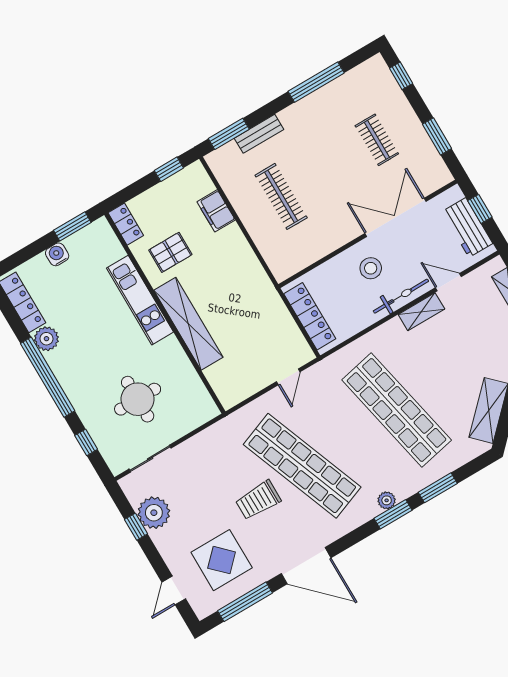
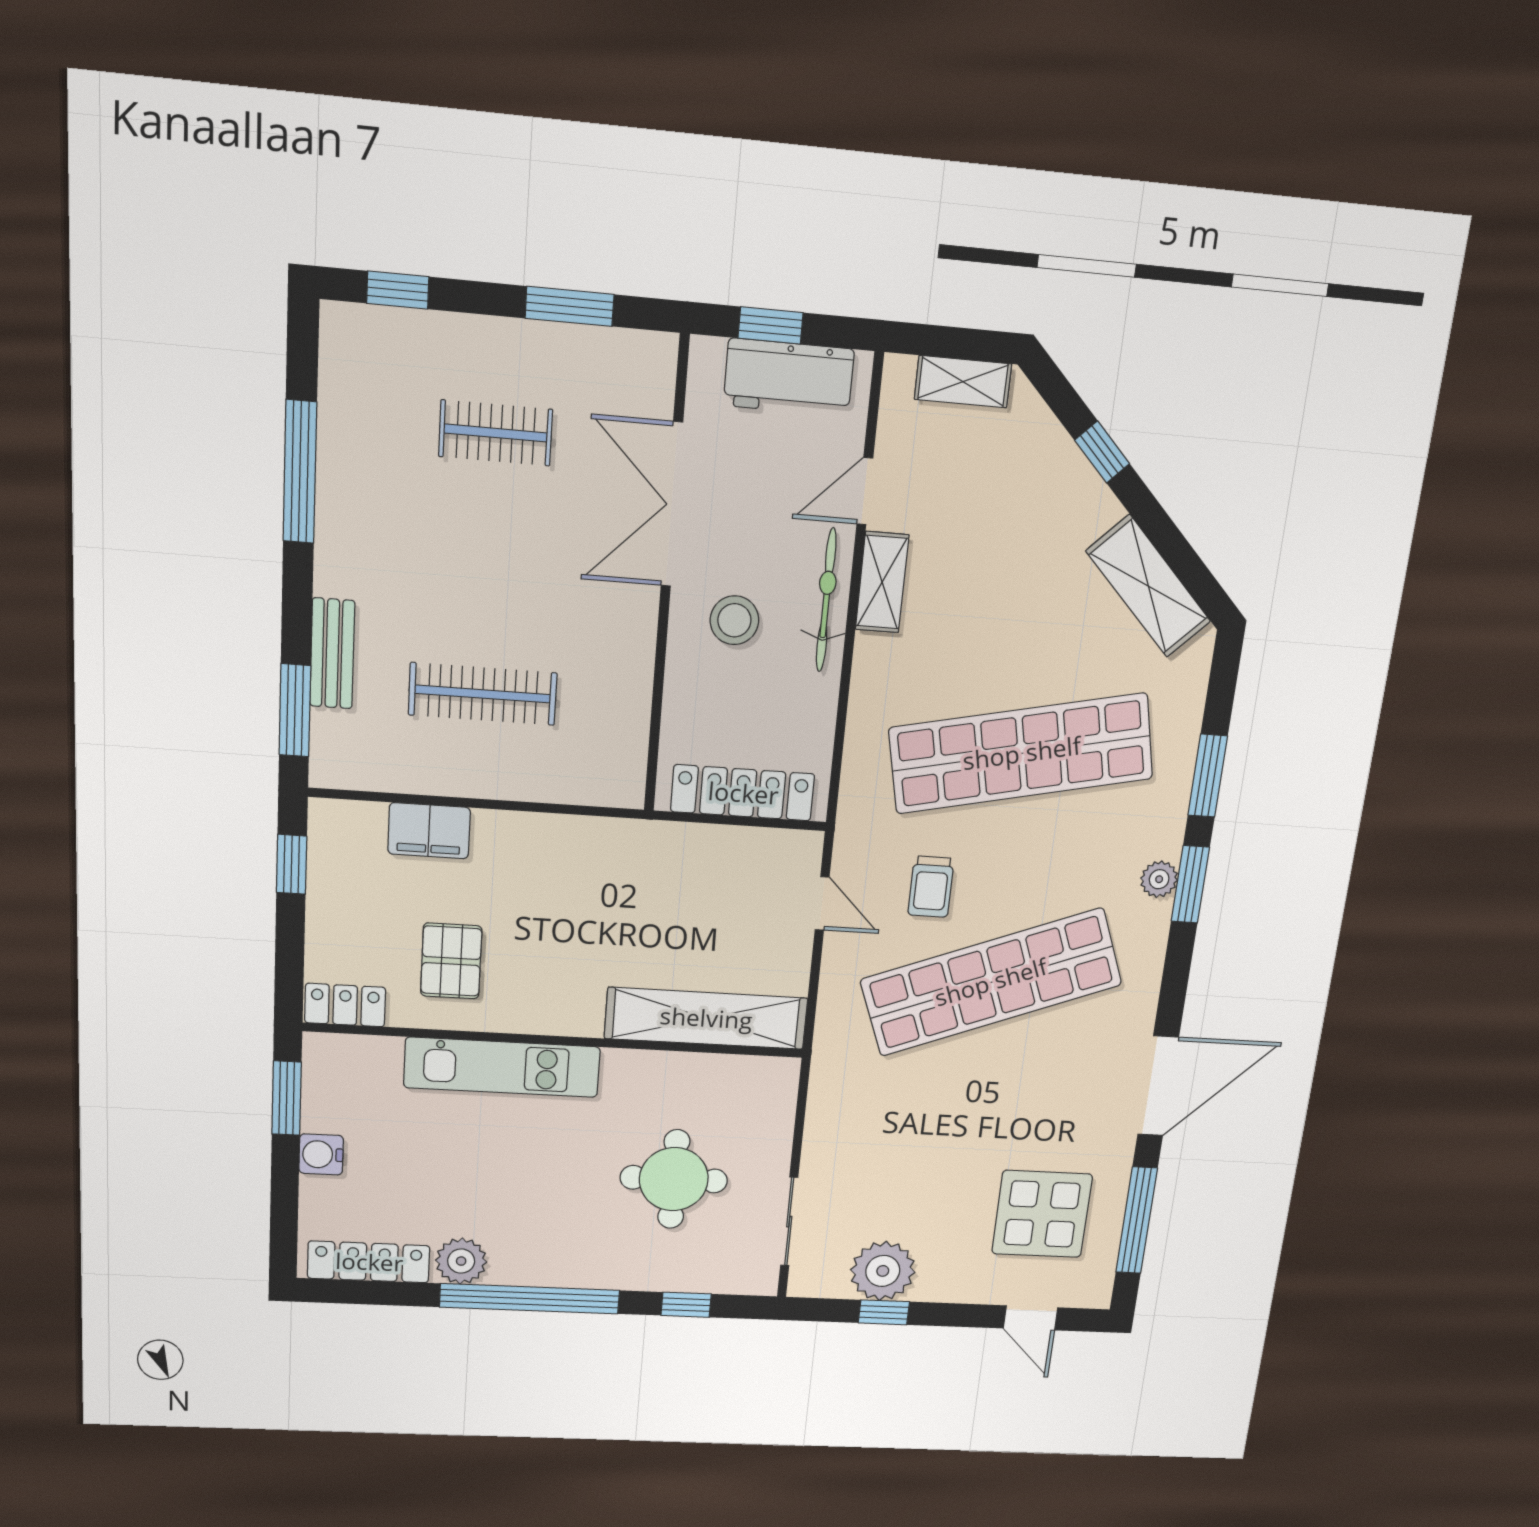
shelving: (188, 324) -> (706, 1018), moved
trolley: (258, 500) -> (931, 887), moved, width x0.73, depth x0.72

